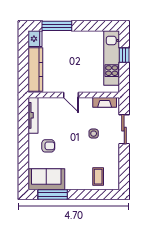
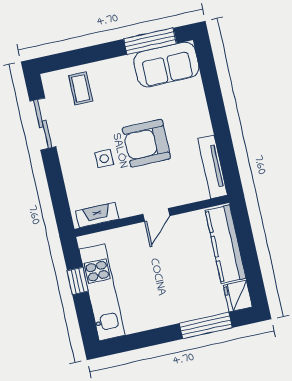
window: (124, 55) -> (78, 281), moved
door: (71, 95) -> (156, 215), swing flipped
sliding door: (124, 129) -> (43, 124), moved
armchair: (48, 146) -> (146, 143), moved, width x1.88, depth x1.88

